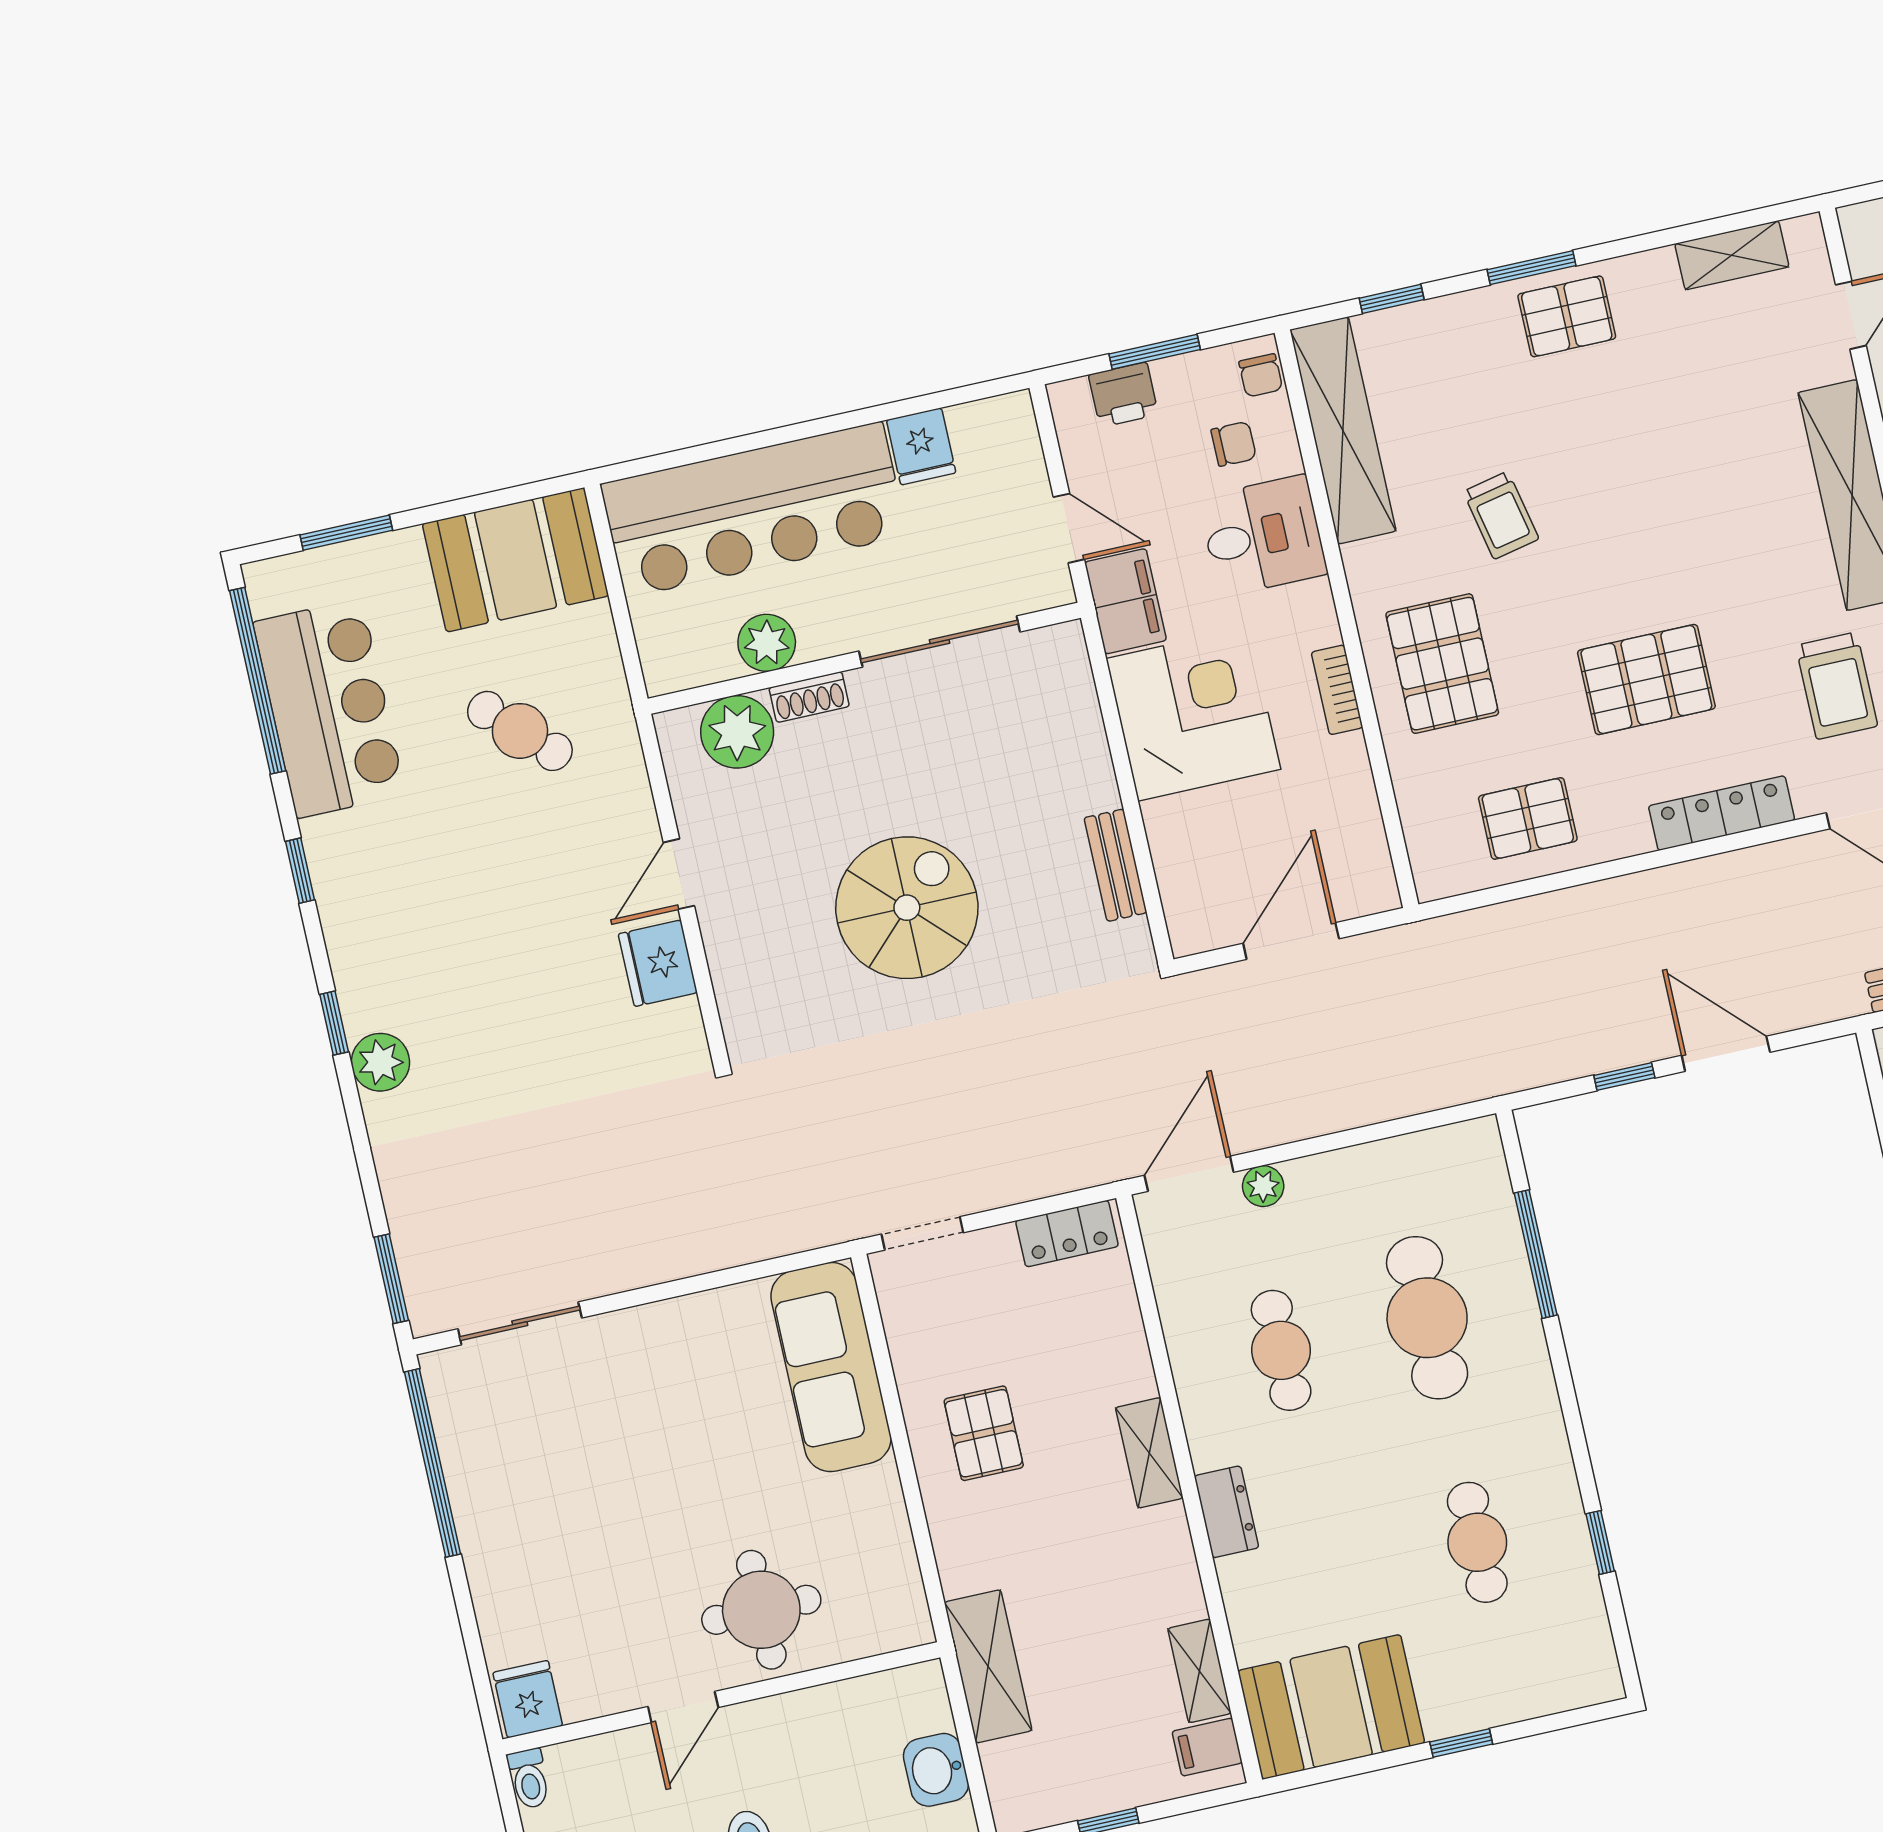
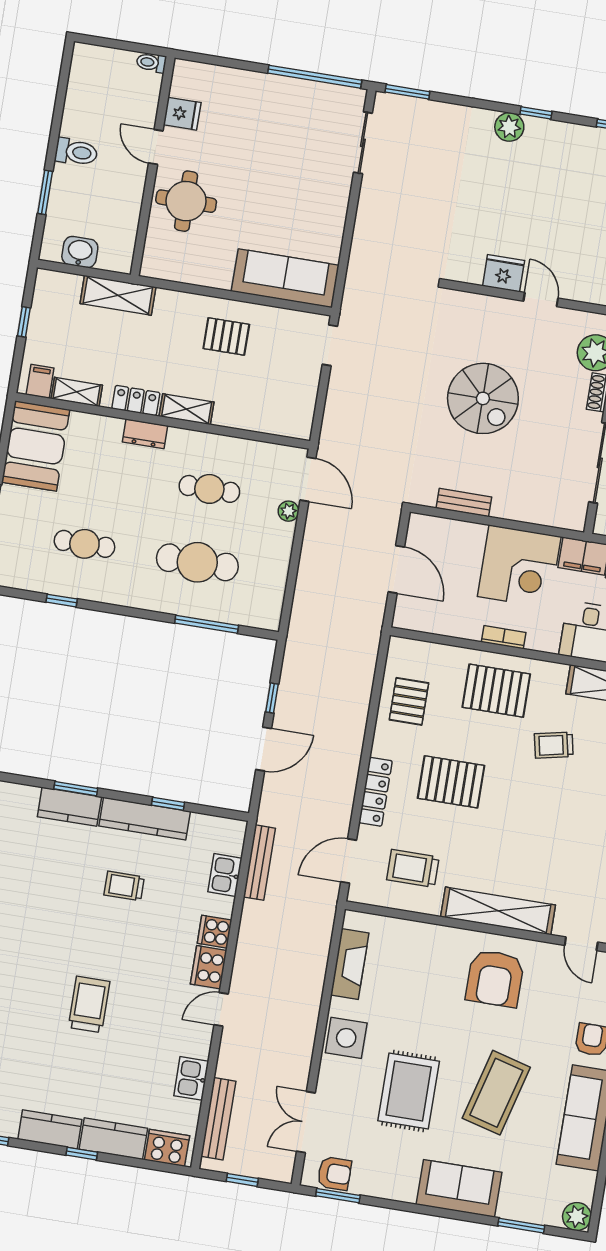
pallet: (1646, 680) -> (451, 782), turned 90
locker: (1067, 1234) -> (136, 401), moved, turned 90
fridge: (528, 1699) -> (182, 114), moved

